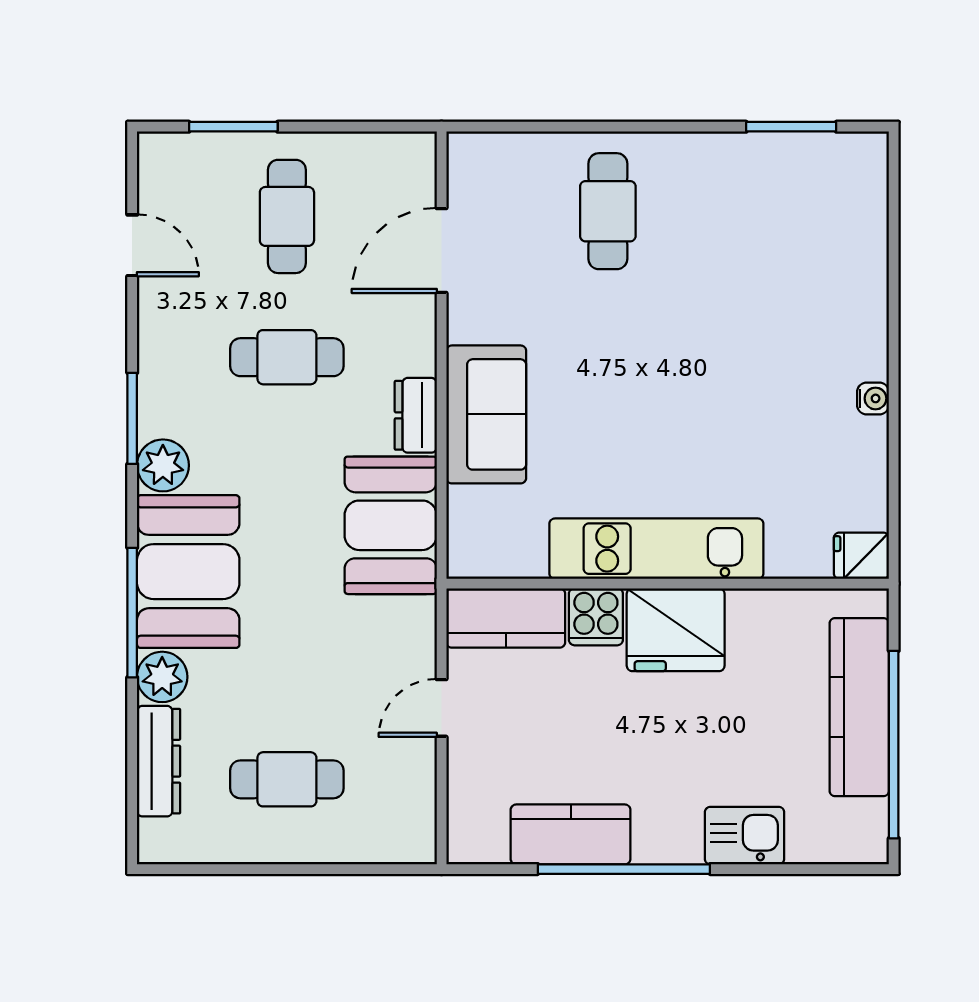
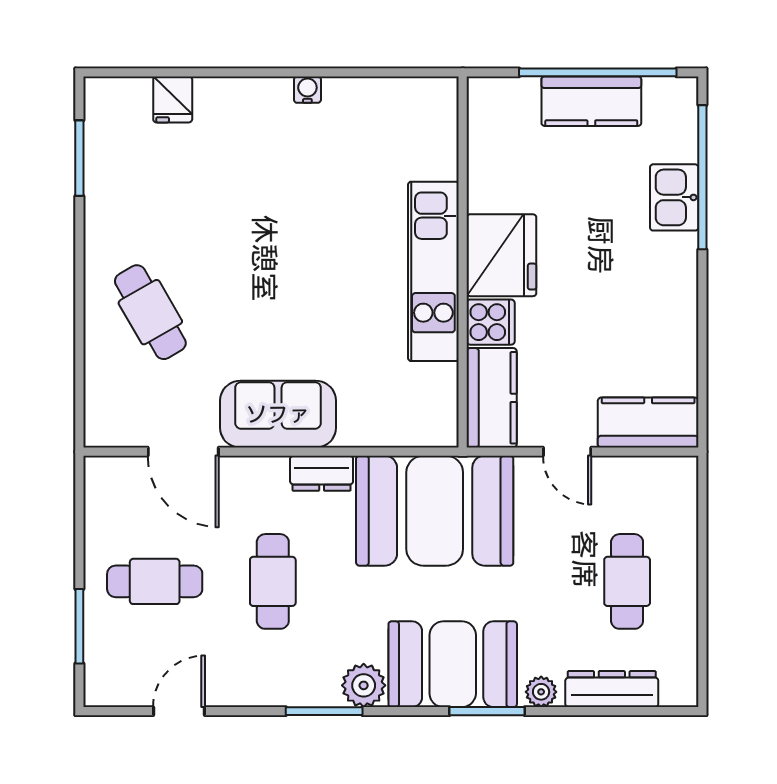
cafe table: (608, 211) -> (150, 312), turned 60
sofa: (486, 414) -> (278, 414), moved
booth: (391, 525) -> (435, 511), width x1.36, depth x1.42
fridge: (861, 556) -> (173, 99), moved
window: (132, 613) -> (487, 711), width x0.69
plant: (162, 677) -> (541, 692), width x0.73, depth x0.73
kitchen counter: (859, 707) -> (591, 101), width x0.67
kitchen counter: (571, 834) -> (648, 423), moved, turned 90
window: (624, 869) -> (702, 177), moved

